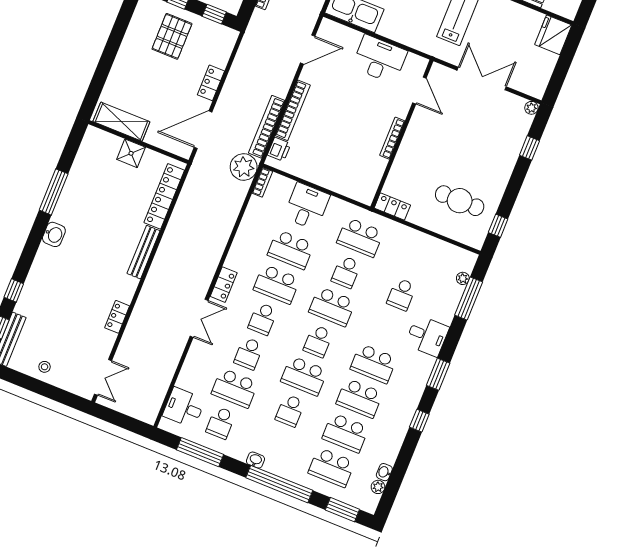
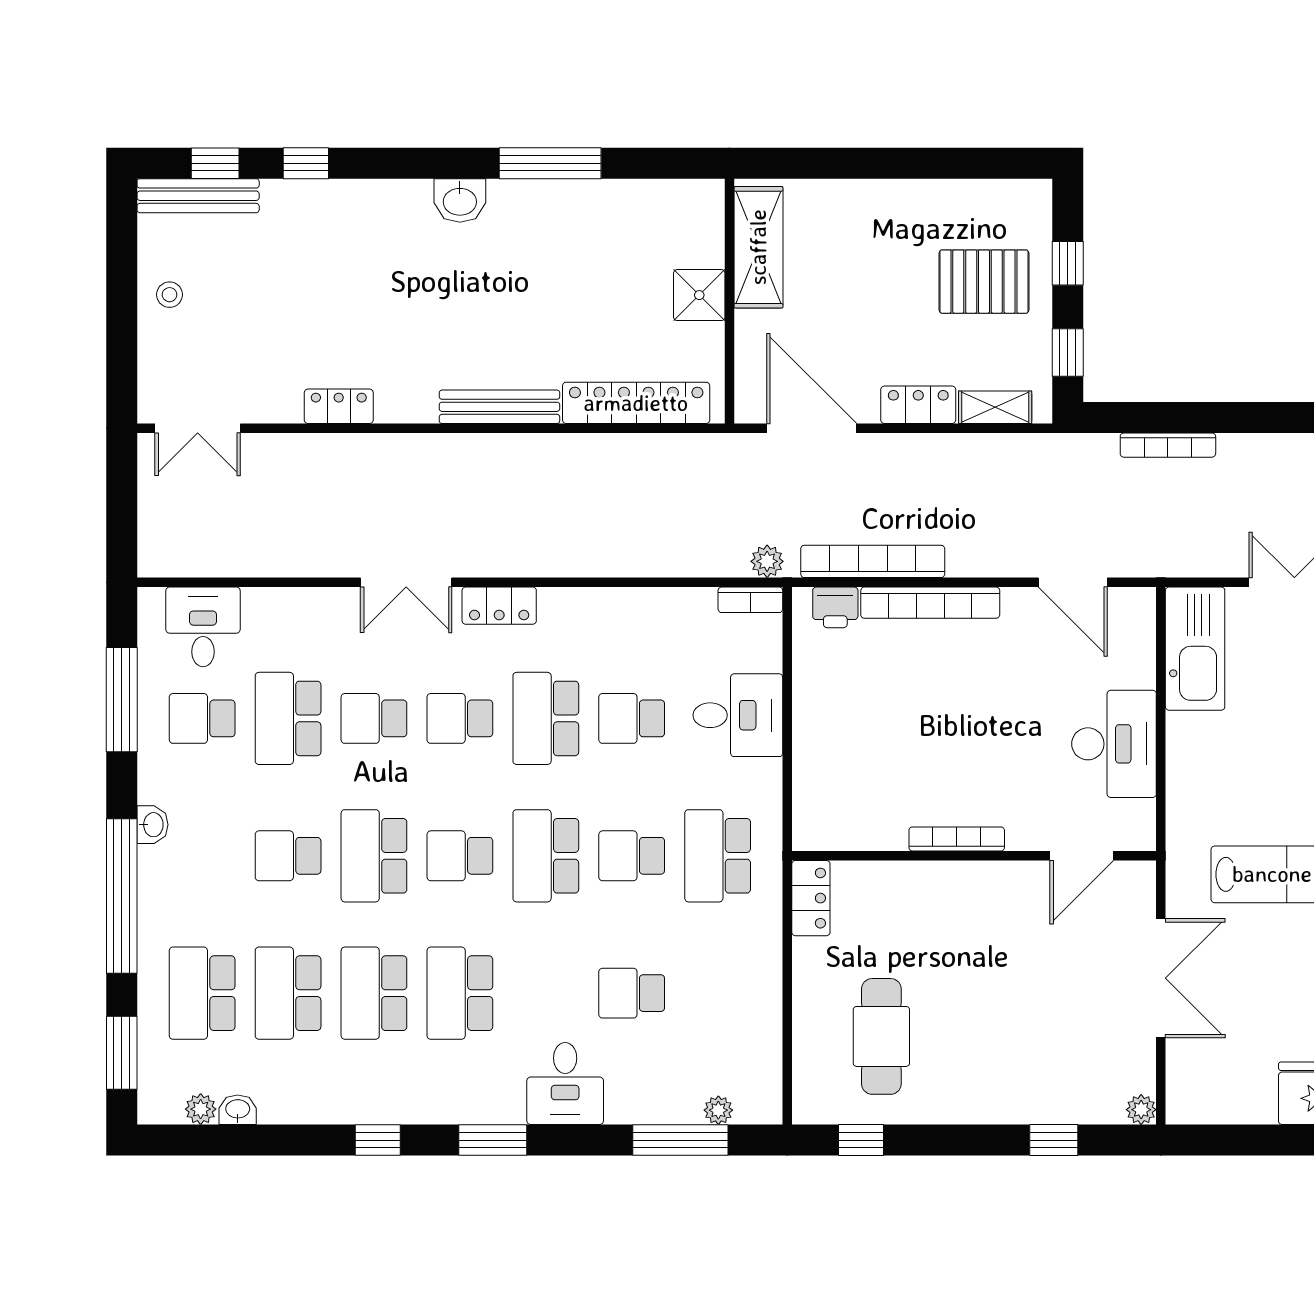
shelving: (224, 52) -> (995, 407), added
plant: (244, 167) -> (767, 561), width x0.53, depth x0.53
school desk: (291, 250) -> (632, 718), width x0.54

